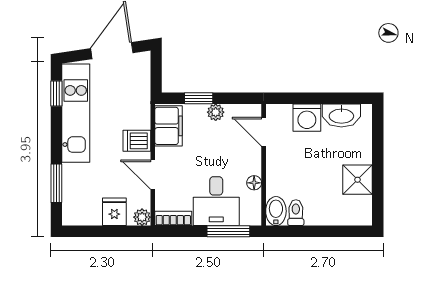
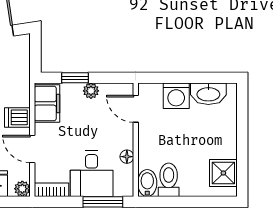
shower: (358, 180) -> (223, 173), moved
toilet: (296, 213) -> (169, 180), width x1.37, depth x1.39

